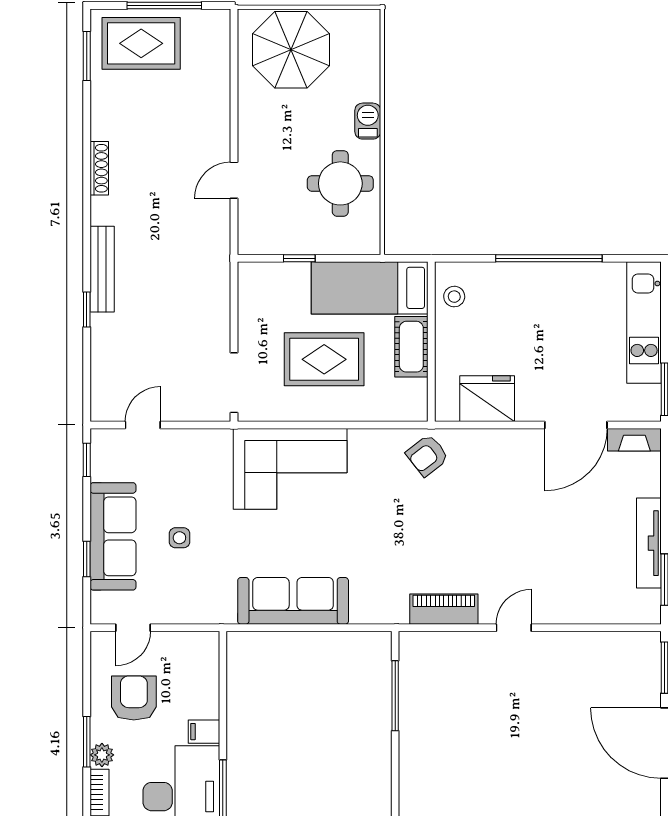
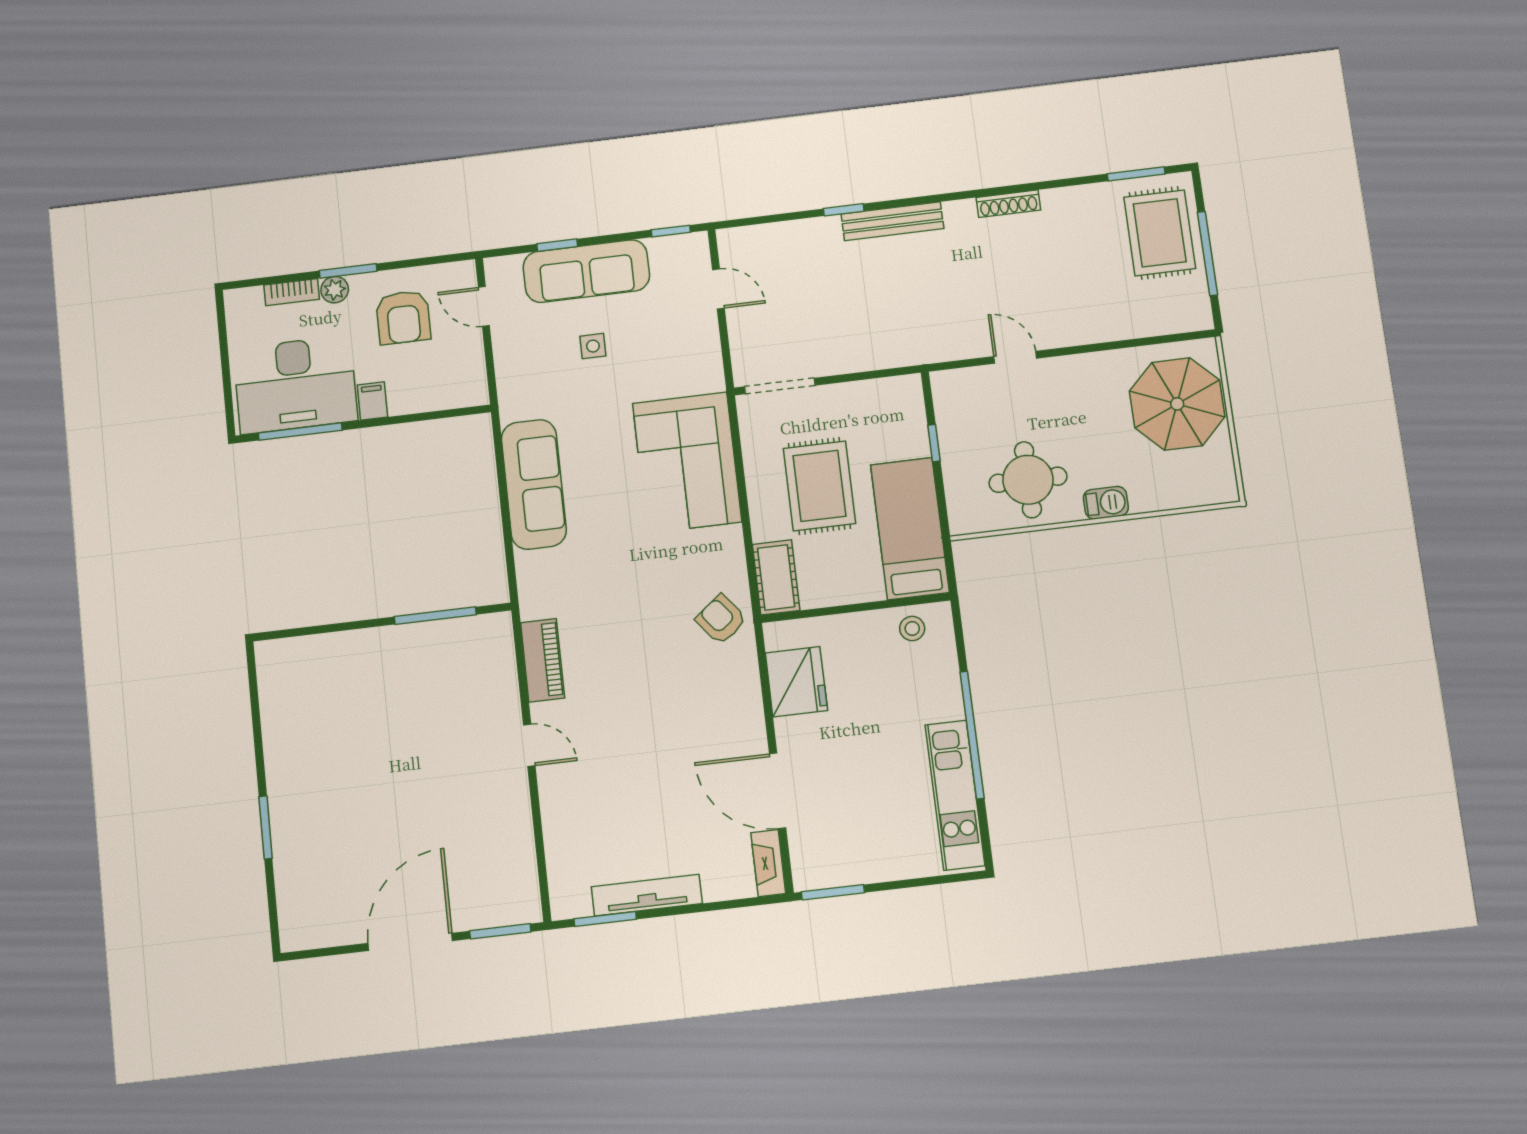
kitchen unit: (644, 322) -> (955, 795), moved, turned -90
cot: (411, 347) -> (776, 577), moved, turned 90
armchair: (134, 698) -> (403, 317), turned 90

